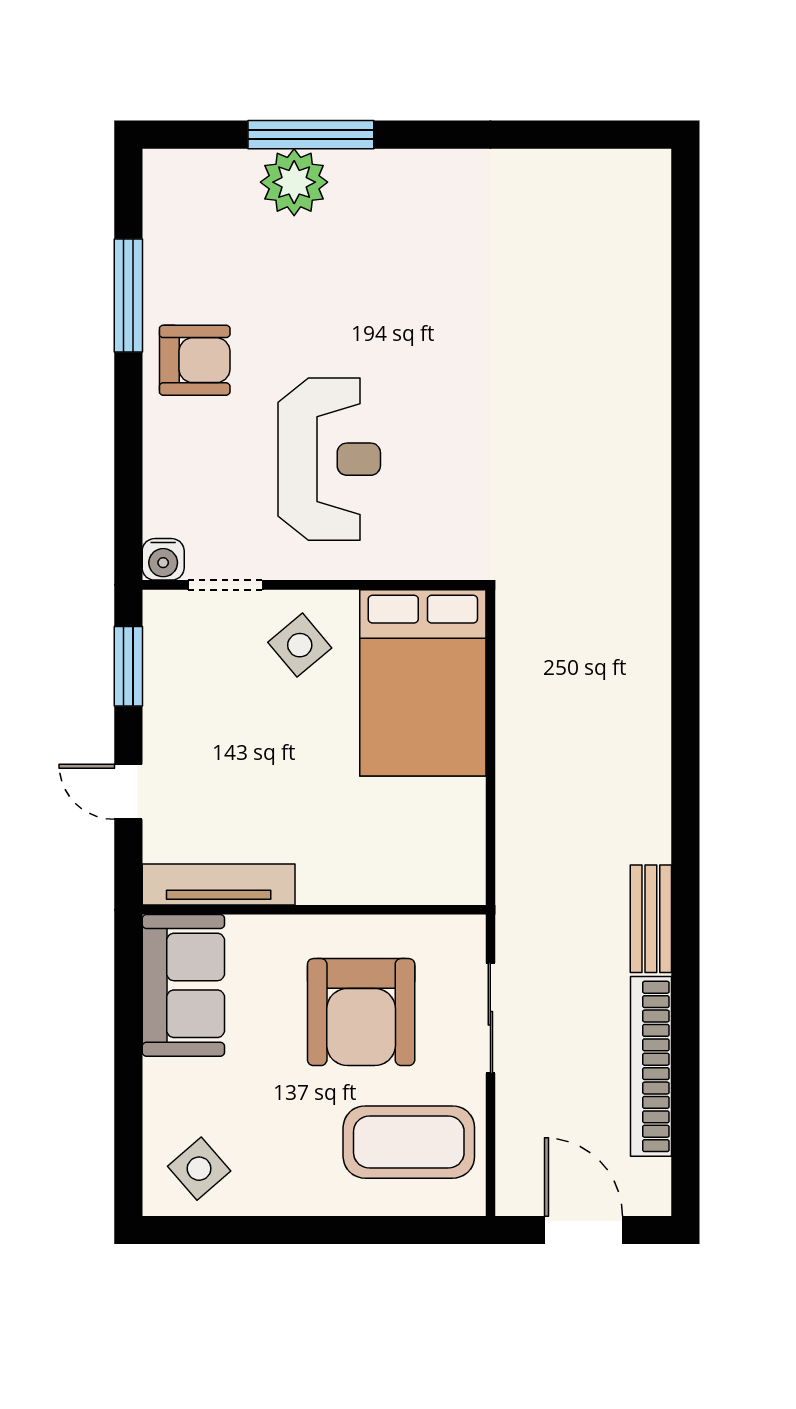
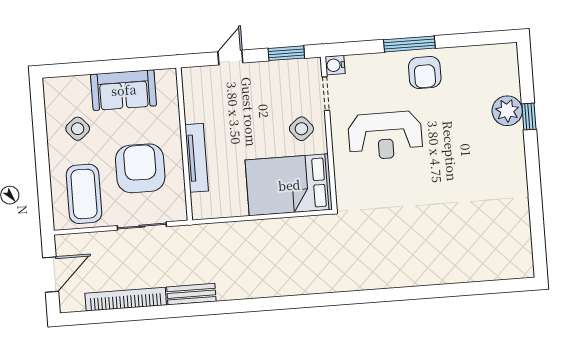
window: (311, 135) -> (529, 117), width x0.46
window: (128, 296) -> (409, 44), moved
tv unit: (219, 884) -> (197, 158), moved
sofa: (183, 985) -> (124, 90), moved
armchair: (361, 1012) -> (140, 168), turned 90
side table: (199, 1169) -> (78, 129), moved

